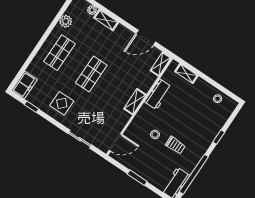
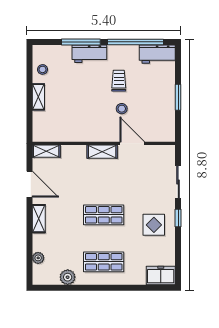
shelving: (106, 20) -> (39, 219), moved
shelving: (186, 74) -> (38, 97), moved
workbench: (158, 94) -> (89, 54), moved, turned 180
window: (32, 107) -> (178, 218), moved
window: (219, 137) -> (81, 42), width x2.17
door: (116, 142) -> (132, 143), moved

